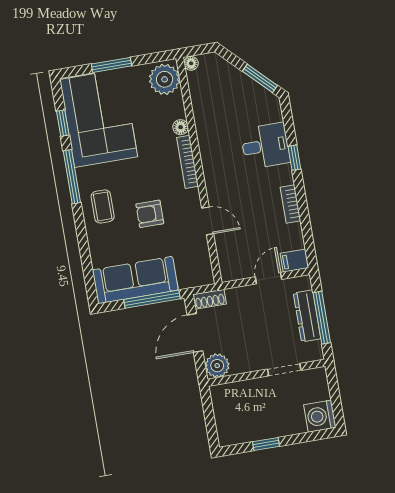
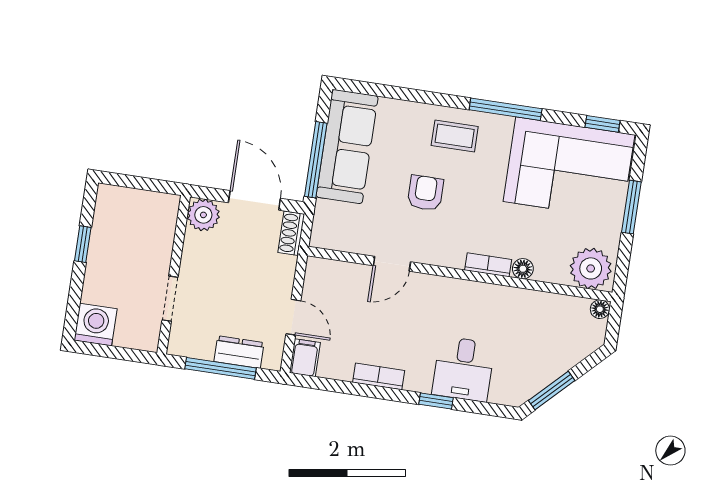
window: (63, 123) -> (602, 124), moved
bookcase: (188, 162) -> (488, 265), width x0.64
dresser: (307, 316) -> (239, 352), width x0.70

